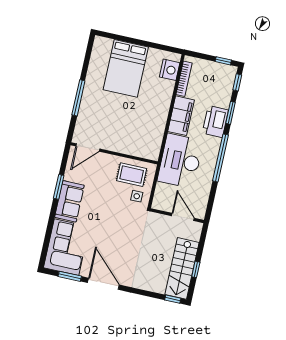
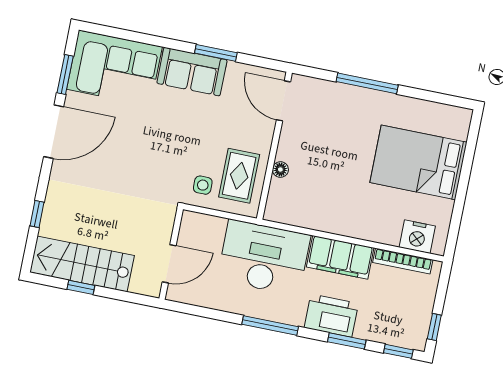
floor lamp: (128, 150) -> (280, 170), added
window: (220, 158) -> (270, 325), width x0.68
window: (173, 299) -> (37, 214), moved

